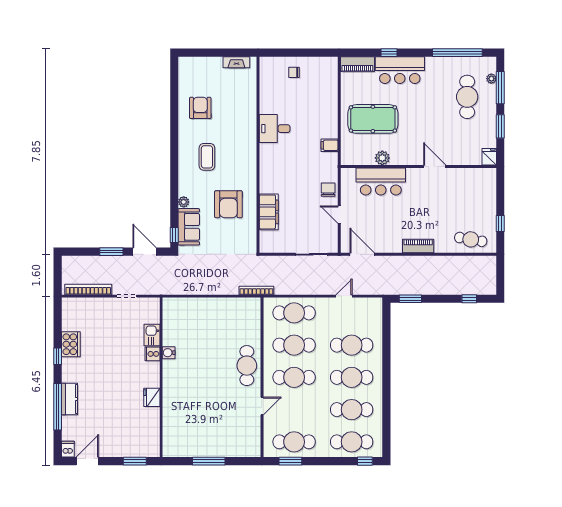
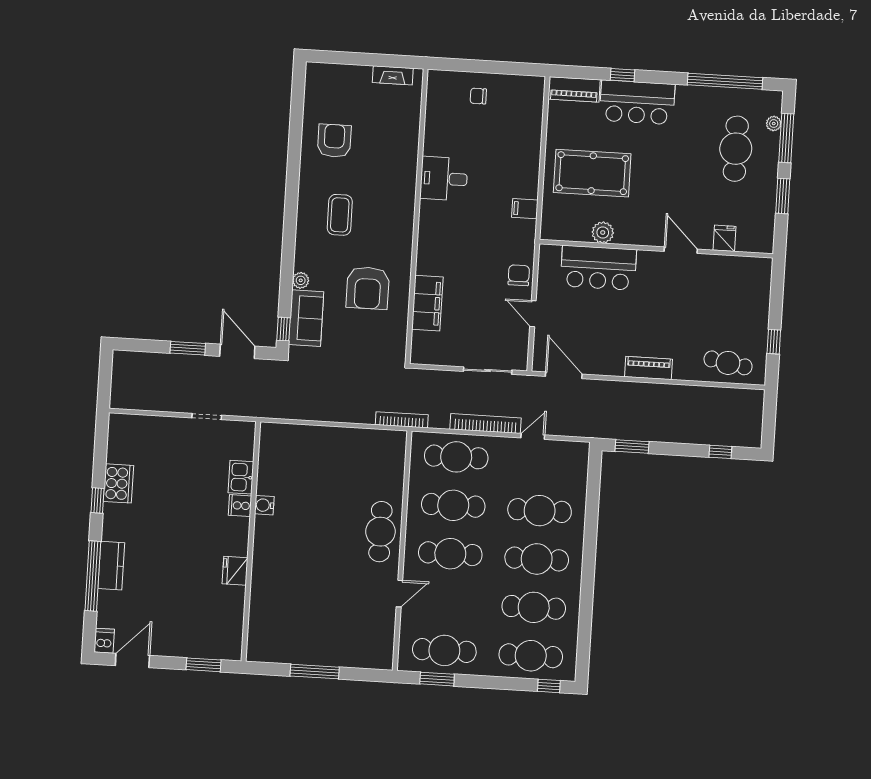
fridge: (489, 157) -> (724, 238), moved
bookcase: (88, 290) -> (486, 424), moved

